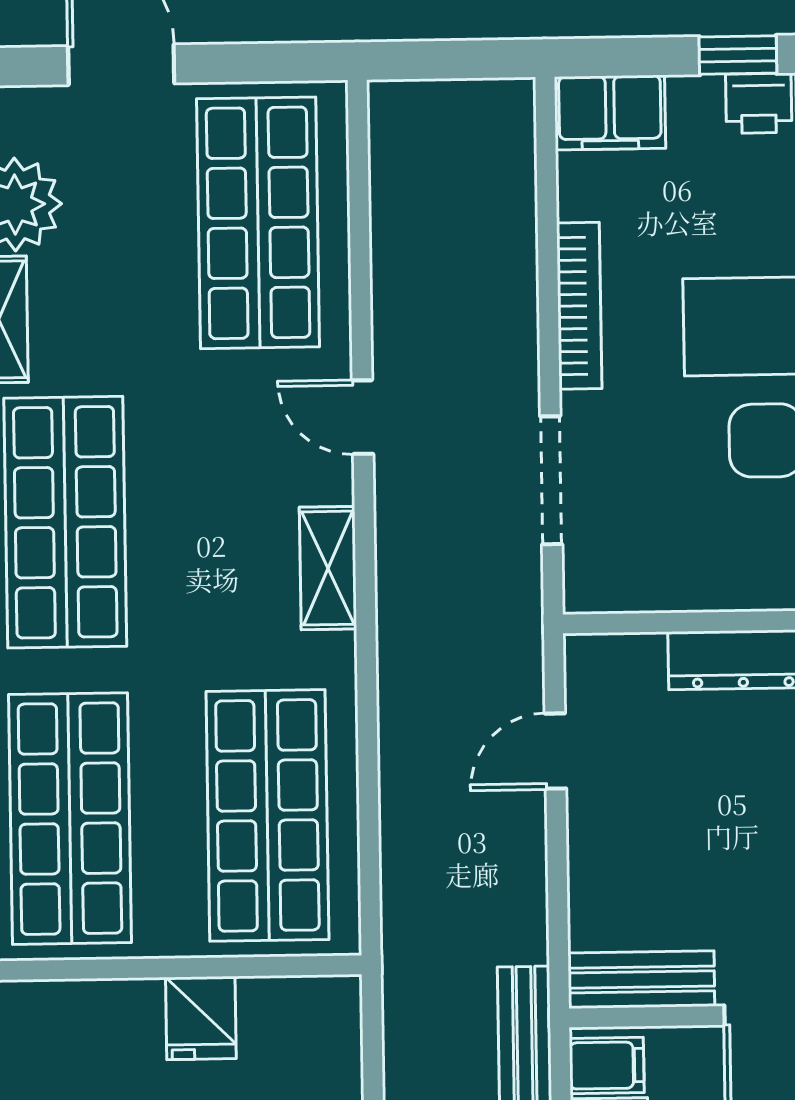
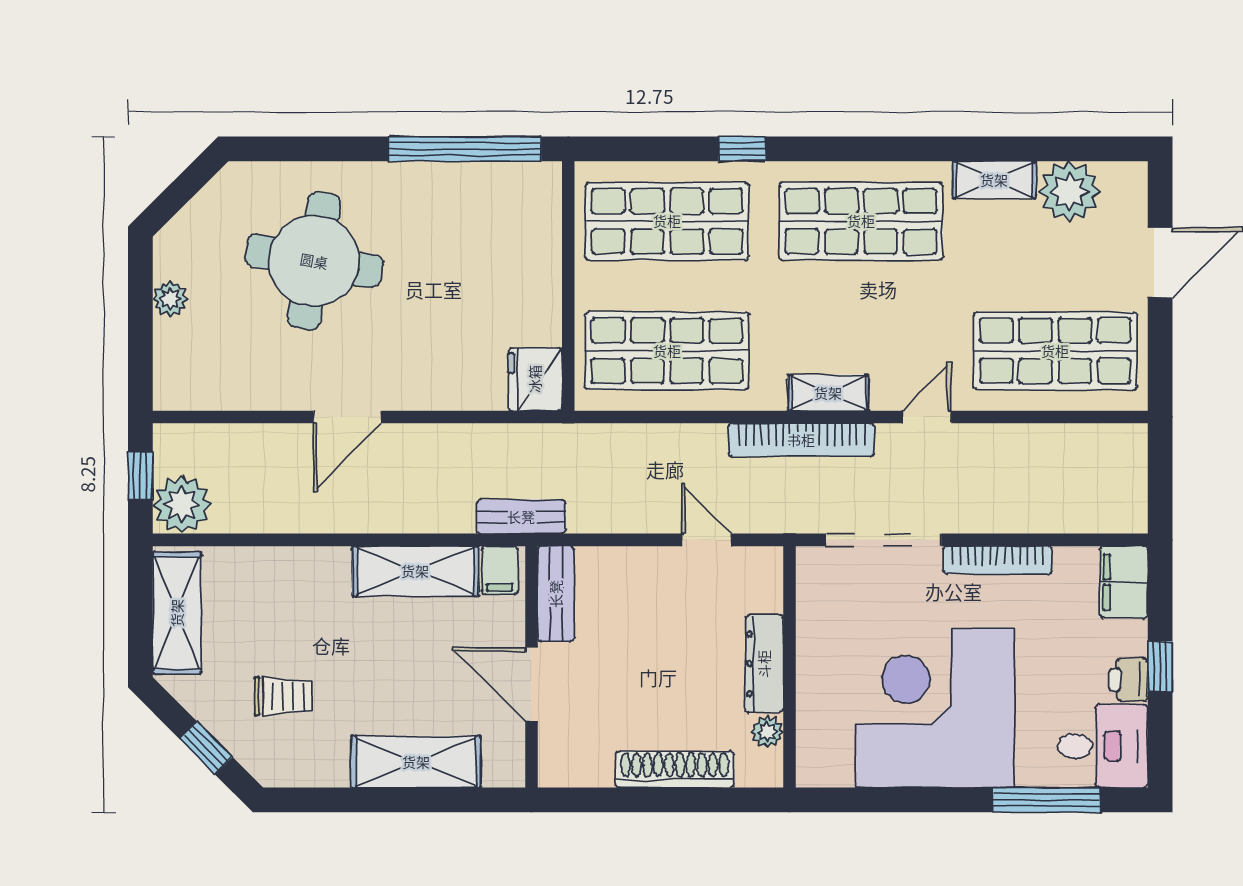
doorway: (551, 480) -> (884, 540), width x1.36
bookcase: (400, 608) -> (801, 440), added
fridge: (201, 1018) -> (535, 379), moved, width x1.38

